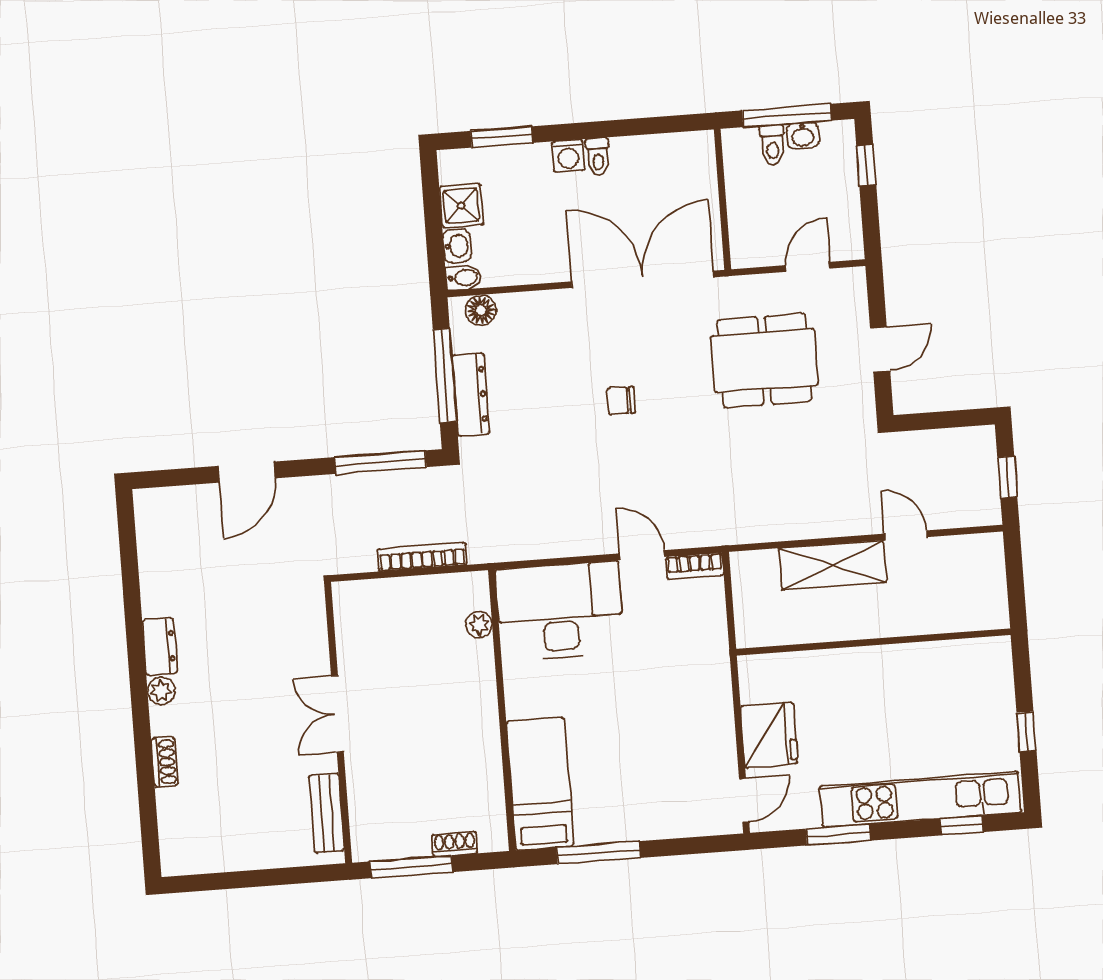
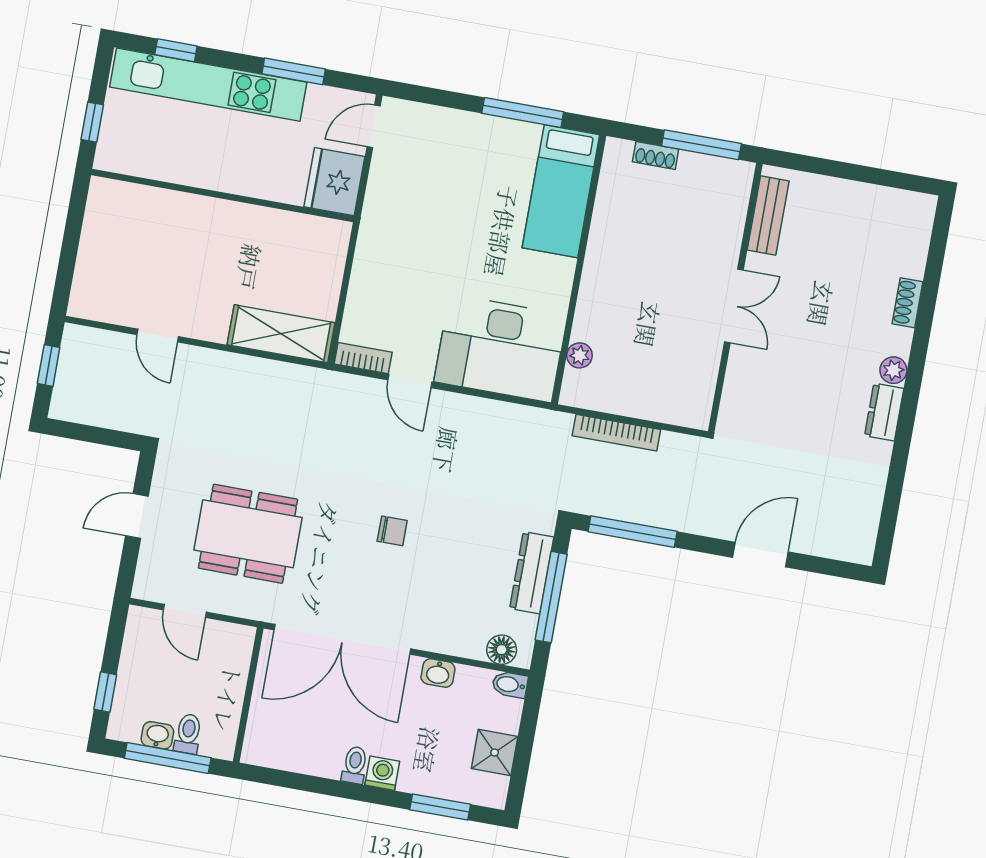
washbasin: (457, 246) -> (438, 673), moved, turned -90
door: (808, 267) -> (185, 611), hinge flipped
shelving: (833, 565) -> (281, 334), moved
wall: (873, 642) -> (223, 196), moved

